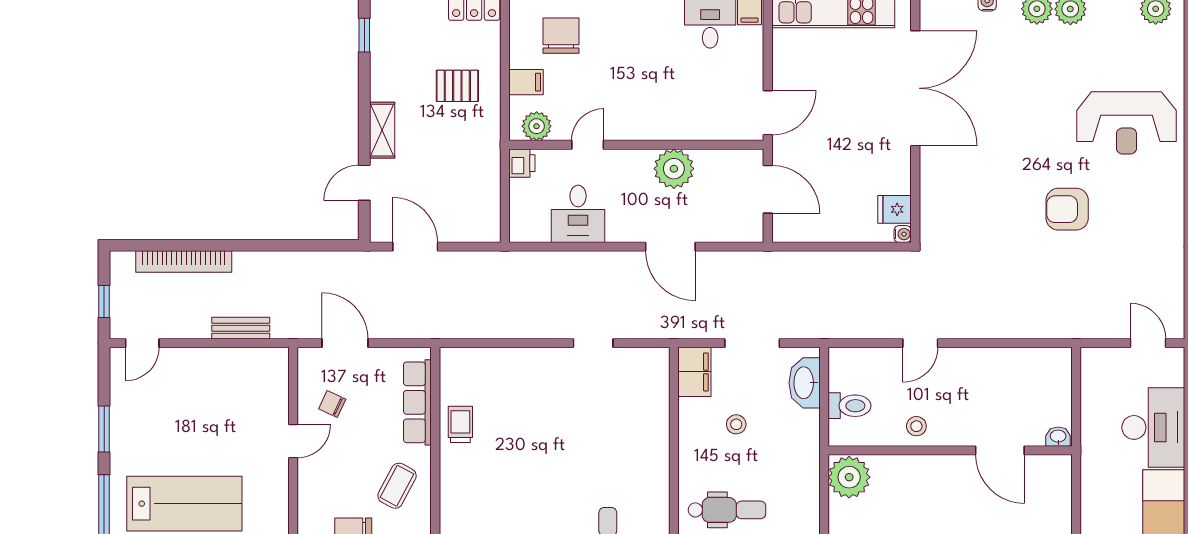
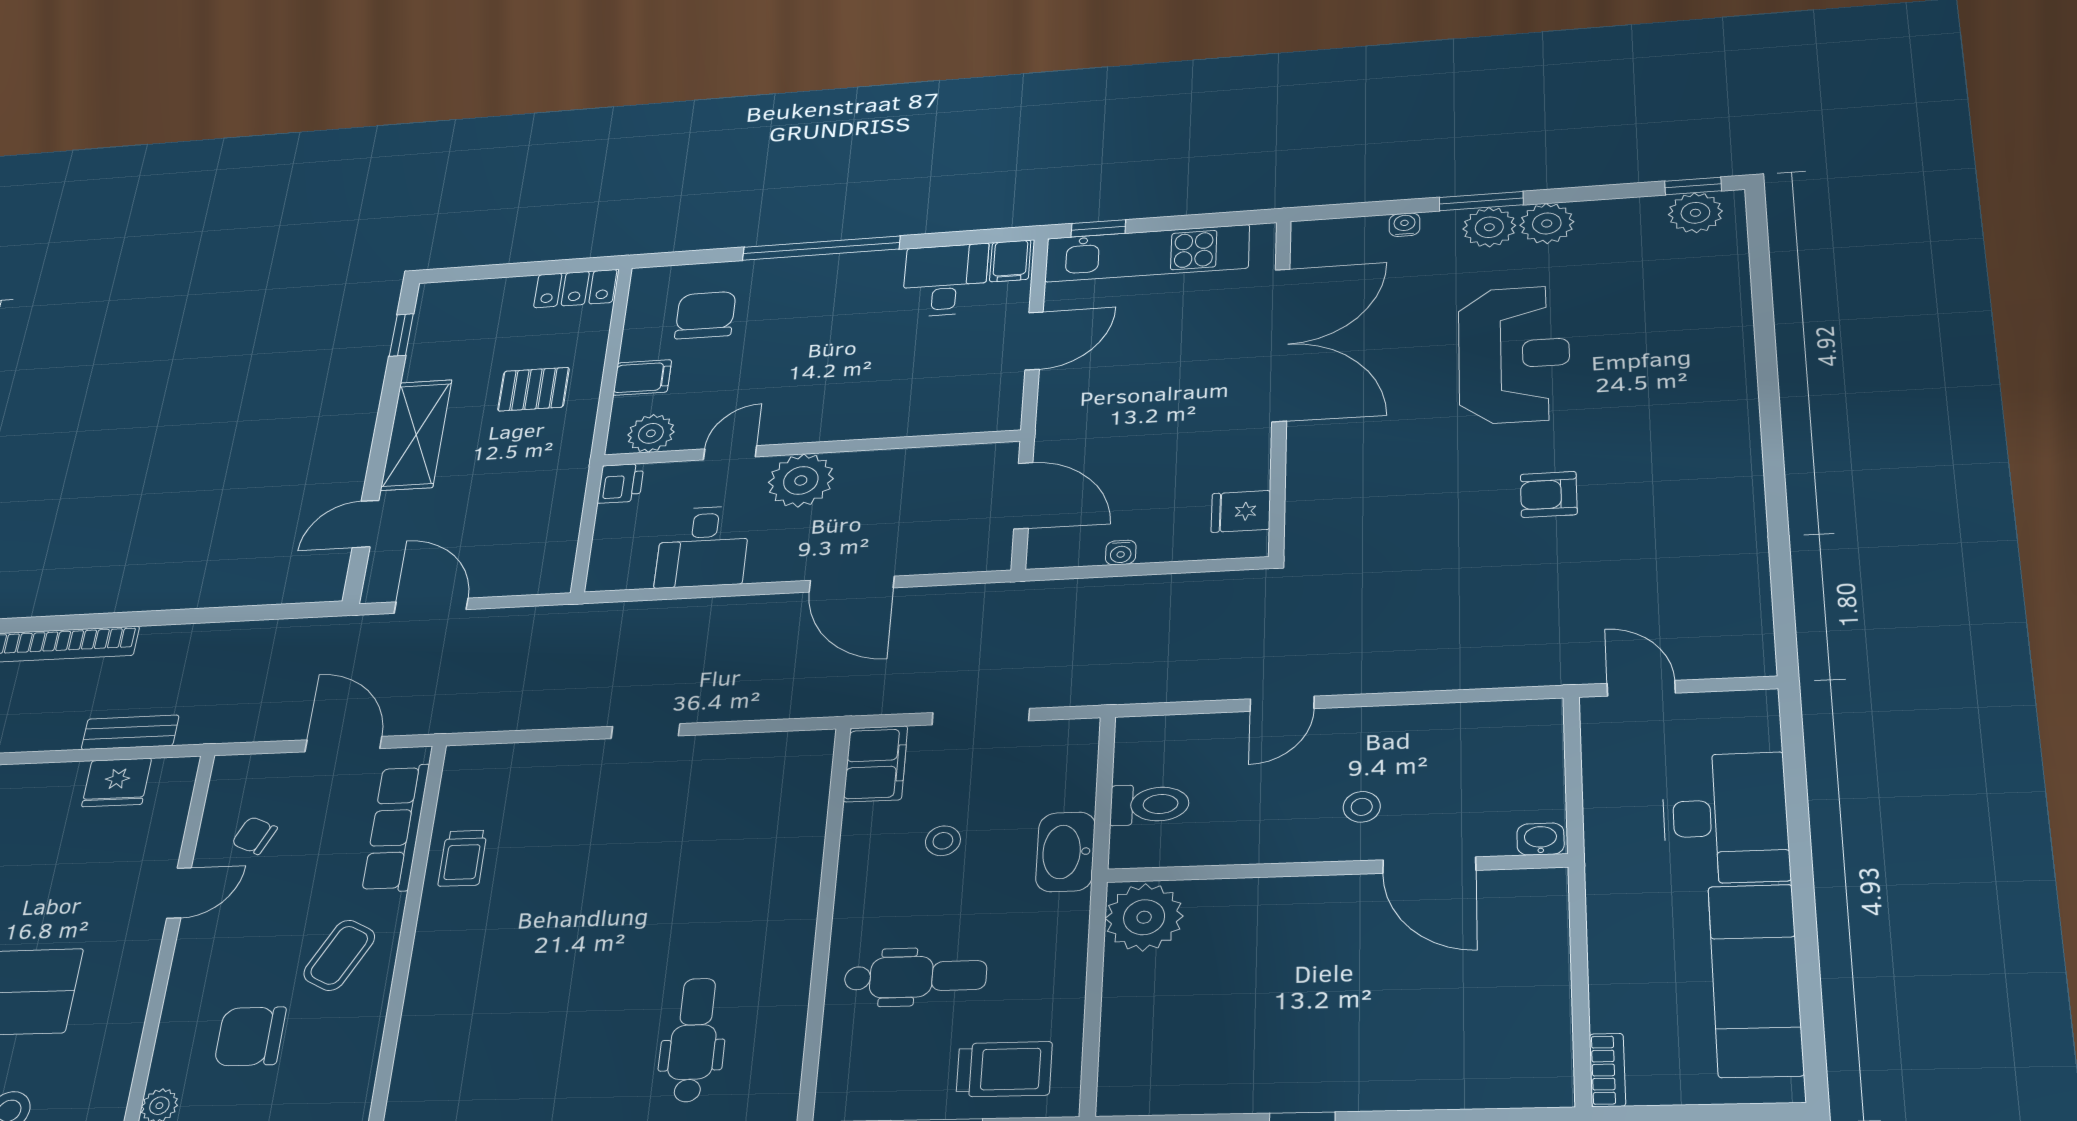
door: (768, 113) -> (1034, 341), moved
reception desk: (1126, 123) -> (1514, 355), moved, turned -90
shelving: (382, 130) -> (416, 435), width x1.50, depth x1.33
plant: (674, 169) -> (801, 480), moved
armchair: (1067, 209) -> (1549, 494), width x0.72, depth x0.72
water cooler: (903, 234) -> (1121, 553), moved, turned 90
door: (345, 343) -> (343, 744), moved
doorway: (593, 343) -> (645, 731), moved
door: (1148, 343) -> (1641, 688), moved
fridge: (239, 363) -> (117, 782), added
washbasin: (805, 383) -> (1066, 852), moved
trolley: (460, 424) -> (463, 858), turned 180
stool: (916, 426) -> (1362, 807), moved

